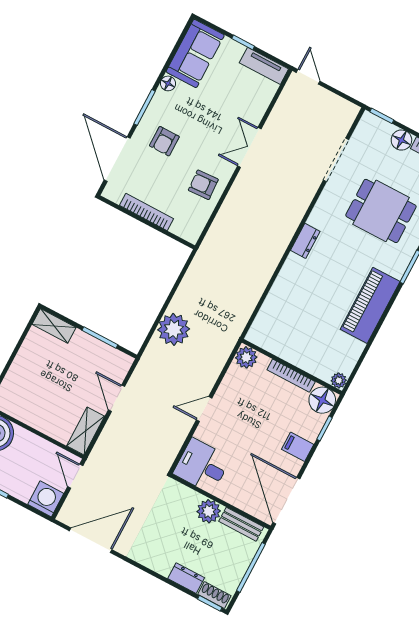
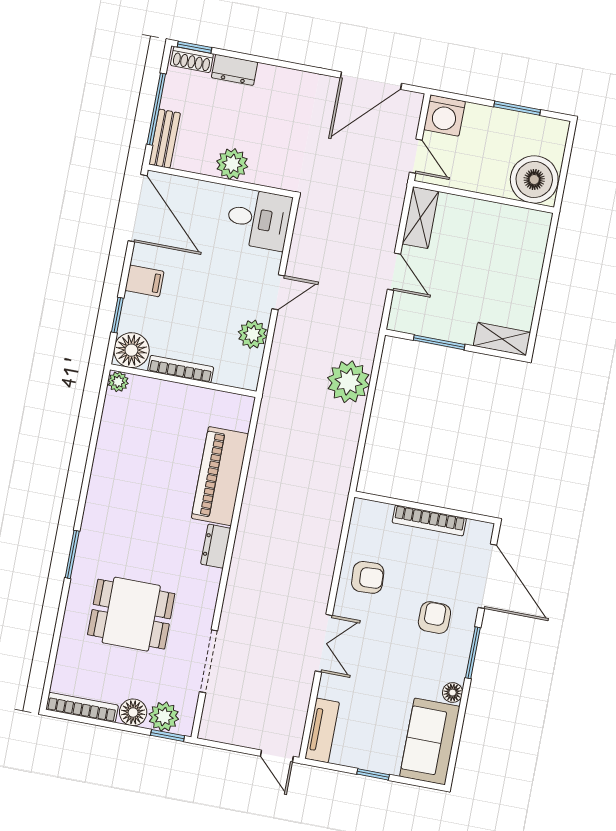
tv unit: (264, 66) -> (322, 730), moved, turned 90
plant: (380, 130) -> (164, 717), added
piano: (370, 305) -> (220, 476), moved, turned 180
plant: (246, 357) -> (253, 334), moved
bench: (241, 524) -> (165, 139), moved, turned 90

